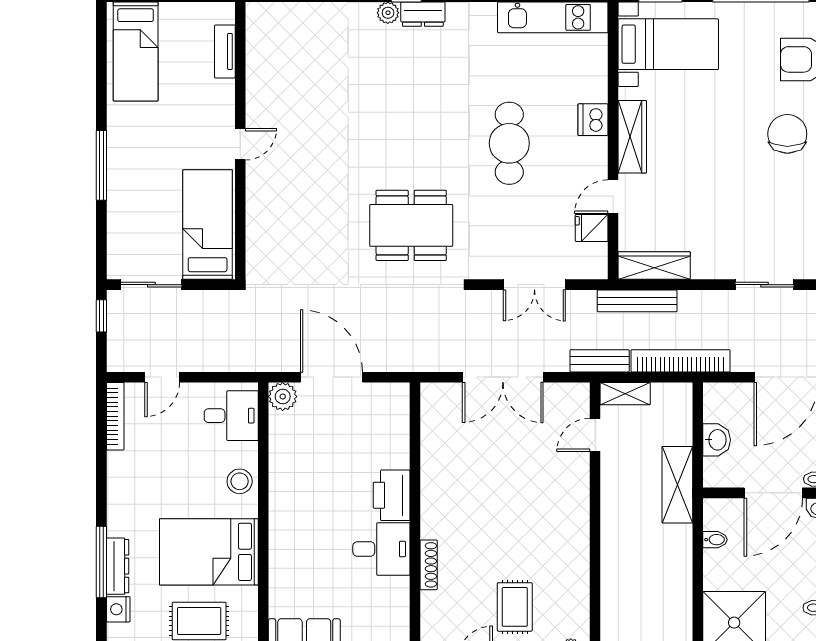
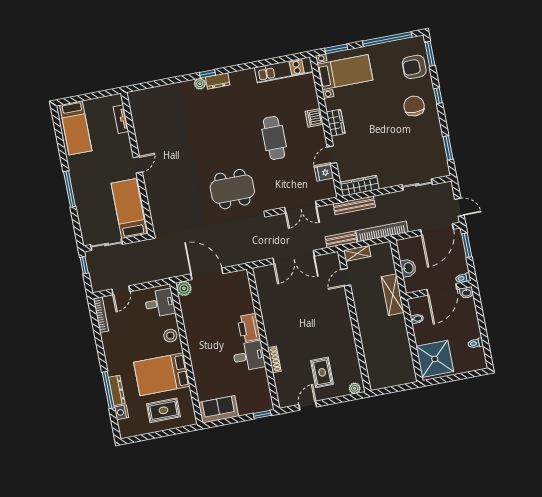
wardrobe: (632, 137) -> (336, 123), width x0.67

